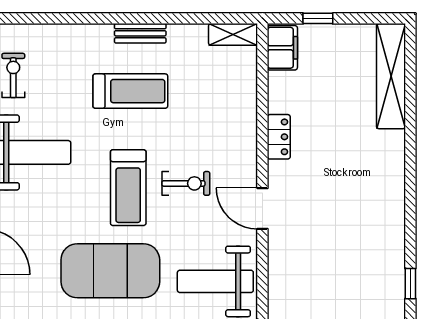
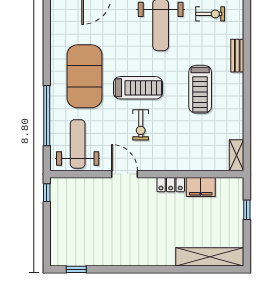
bench: (140, 33) -> (237, 56), moved
filing cabinet: (282, 48) -> (201, 187), moved
treadmill: (128, 188) -> (138, 88), turned 180
door: (262, 209) -> (125, 174), hinge flipped

